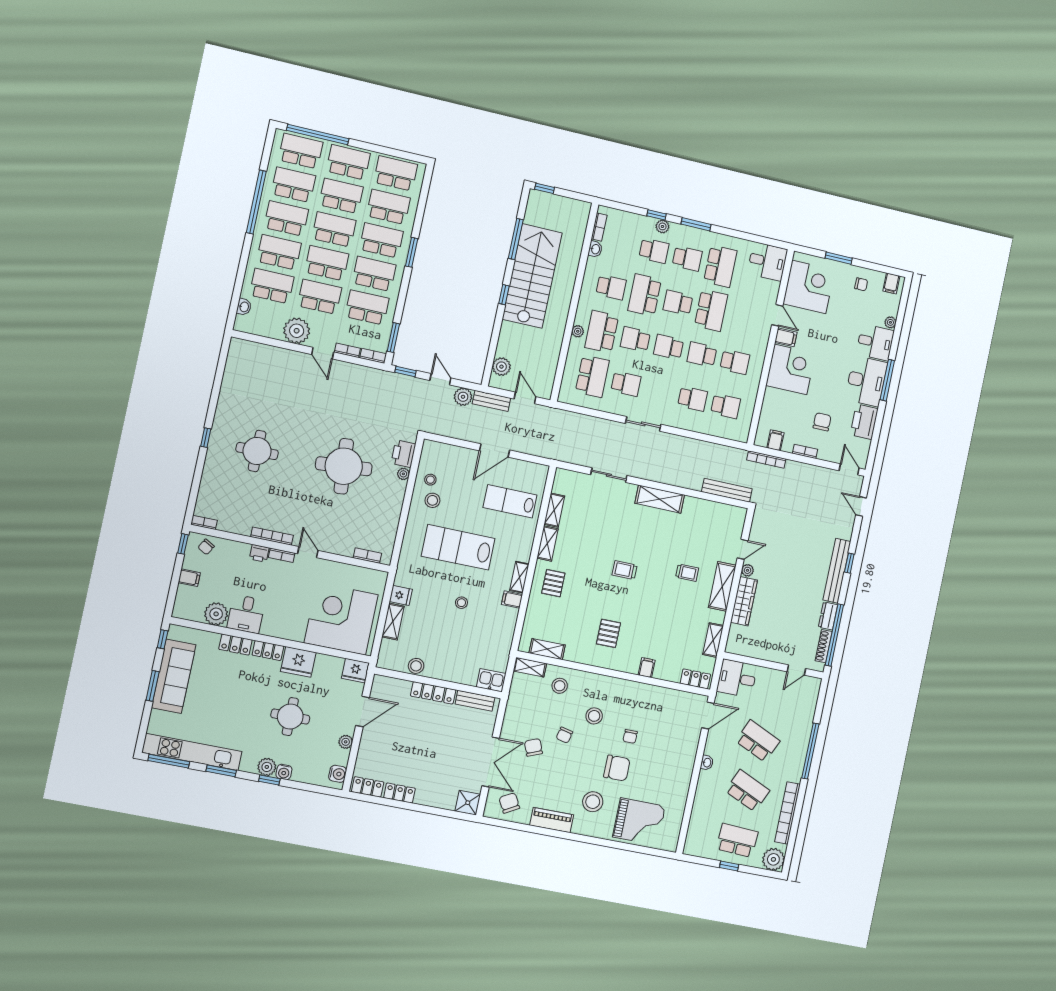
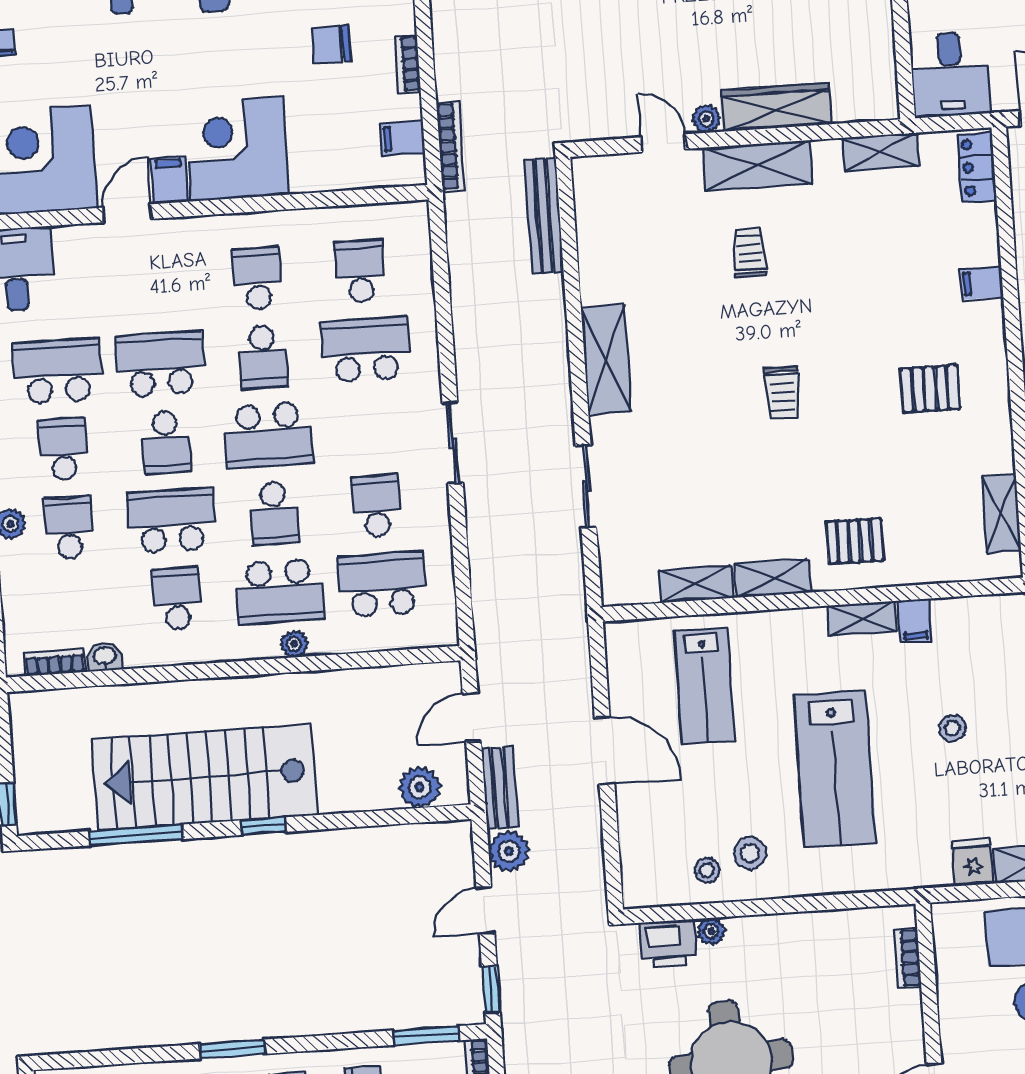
school desk: (645, 295) -> (171, 520), turned 180
school desk: (669, 347) -> (268, 435), width x1.85
school desk: (693, 399) -> (366, 350), width x1.85

